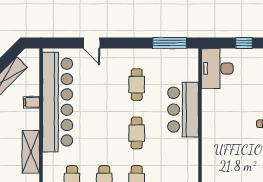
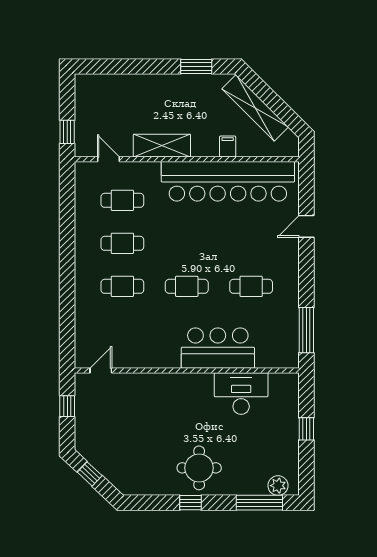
desk: (217, 68) -> (241, 394), moved

